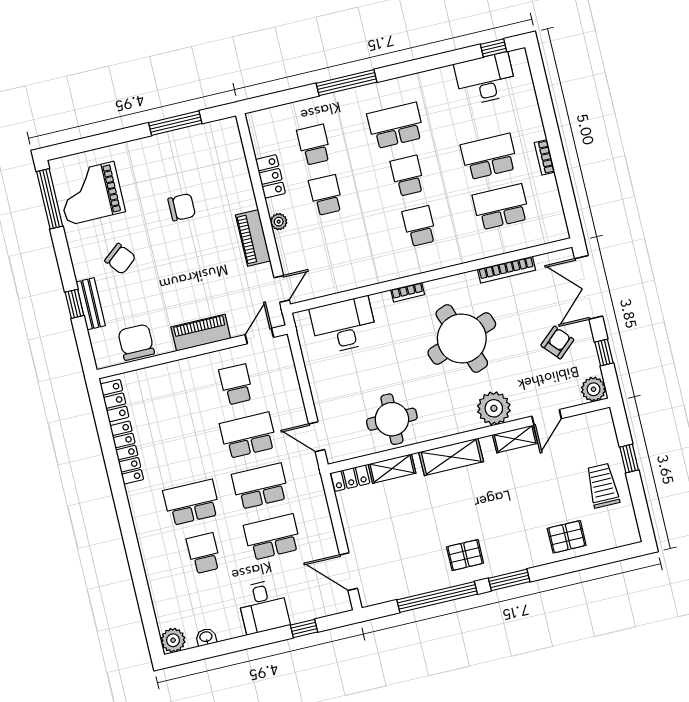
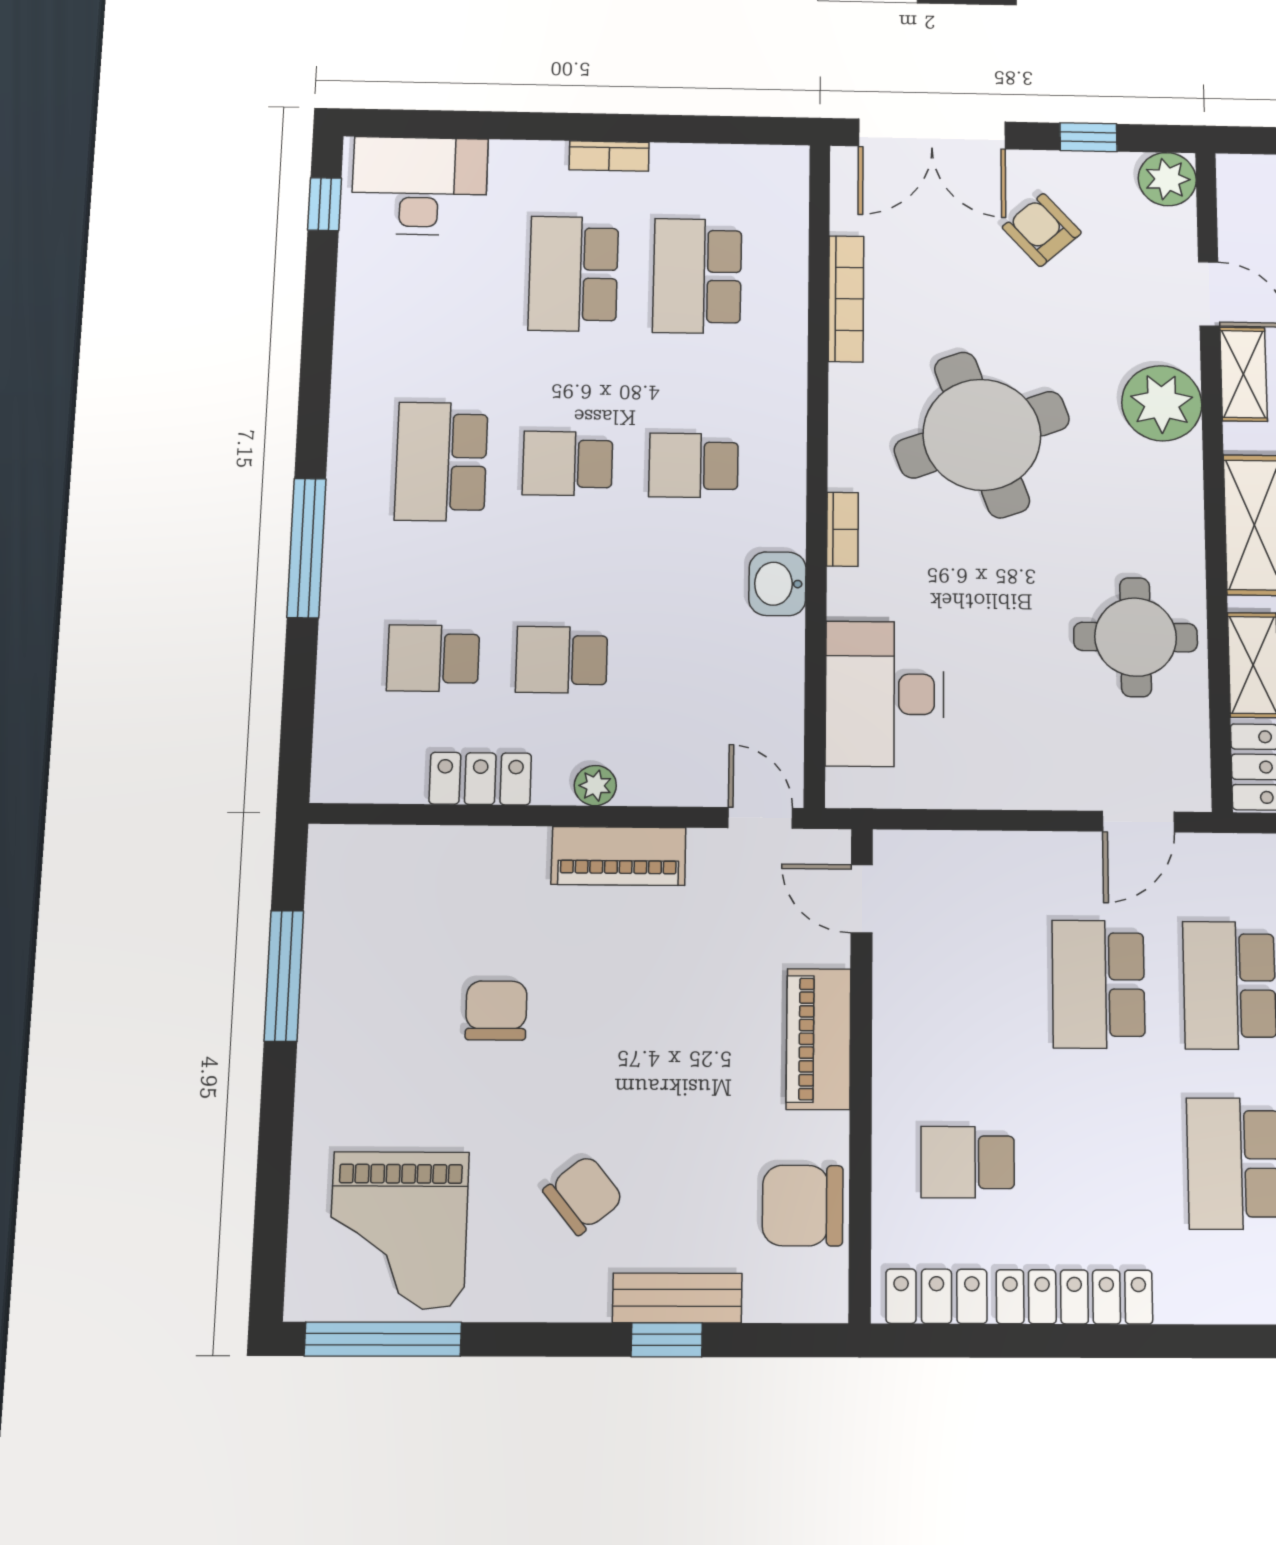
desk: (485, 79) -> (419, 186), moved, turned 90
washbasin: (378, 272) -> (777, 584), added
school desk: (236, 384) -> (968, 1162), moved

